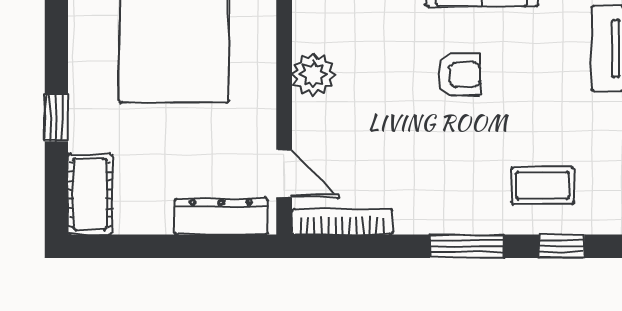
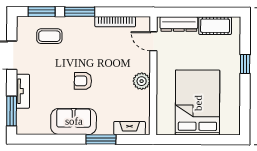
cot: (90, 194) -> (215, 26), moved, turned 90
bookcase: (342, 222) -> (115, 22), moved
window: (562, 246) -> (42, 12), width x1.50

